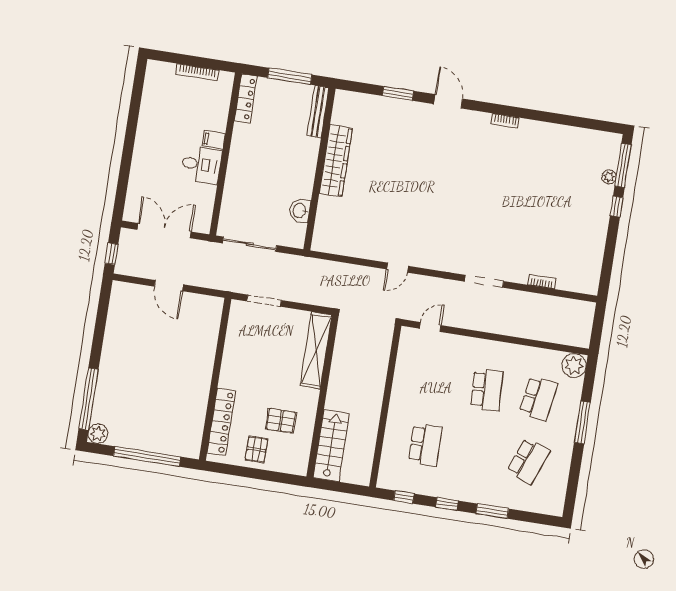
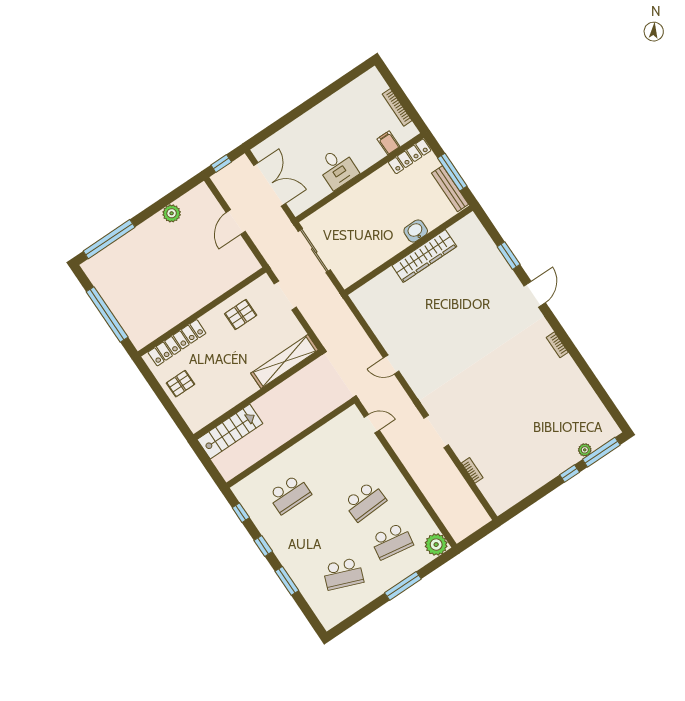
bench: (318, 112) -> (450, 189), moved, turned 90
filing cabinet: (214, 140) -> (388, 143), moved
washbasin: (300, 210) -> (416, 231), moved
pallet: (281, 421) -> (241, 315), moved, turned 90
plant: (98, 434) -> (172, 213), moved

